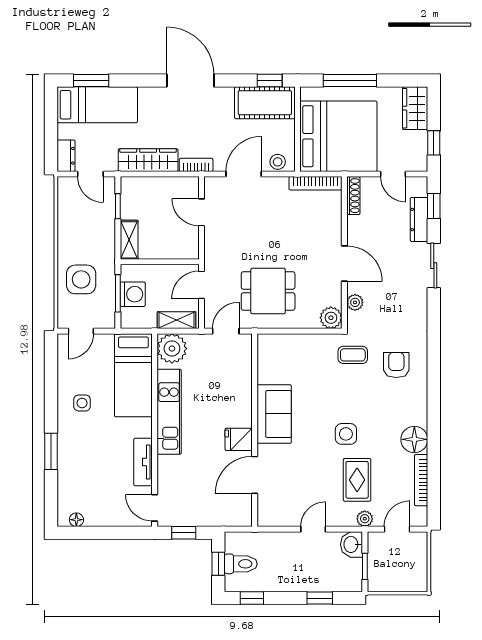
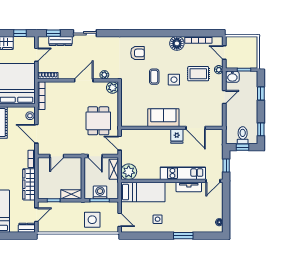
coffee table: (353, 355) -> (154, 77), moved
armchair: (396, 365) -> (137, 53), turned 180
kitchen unit: (169, 412) -> (183, 173), moved
door: (313, 529) -> (224, 97), swing flipped

